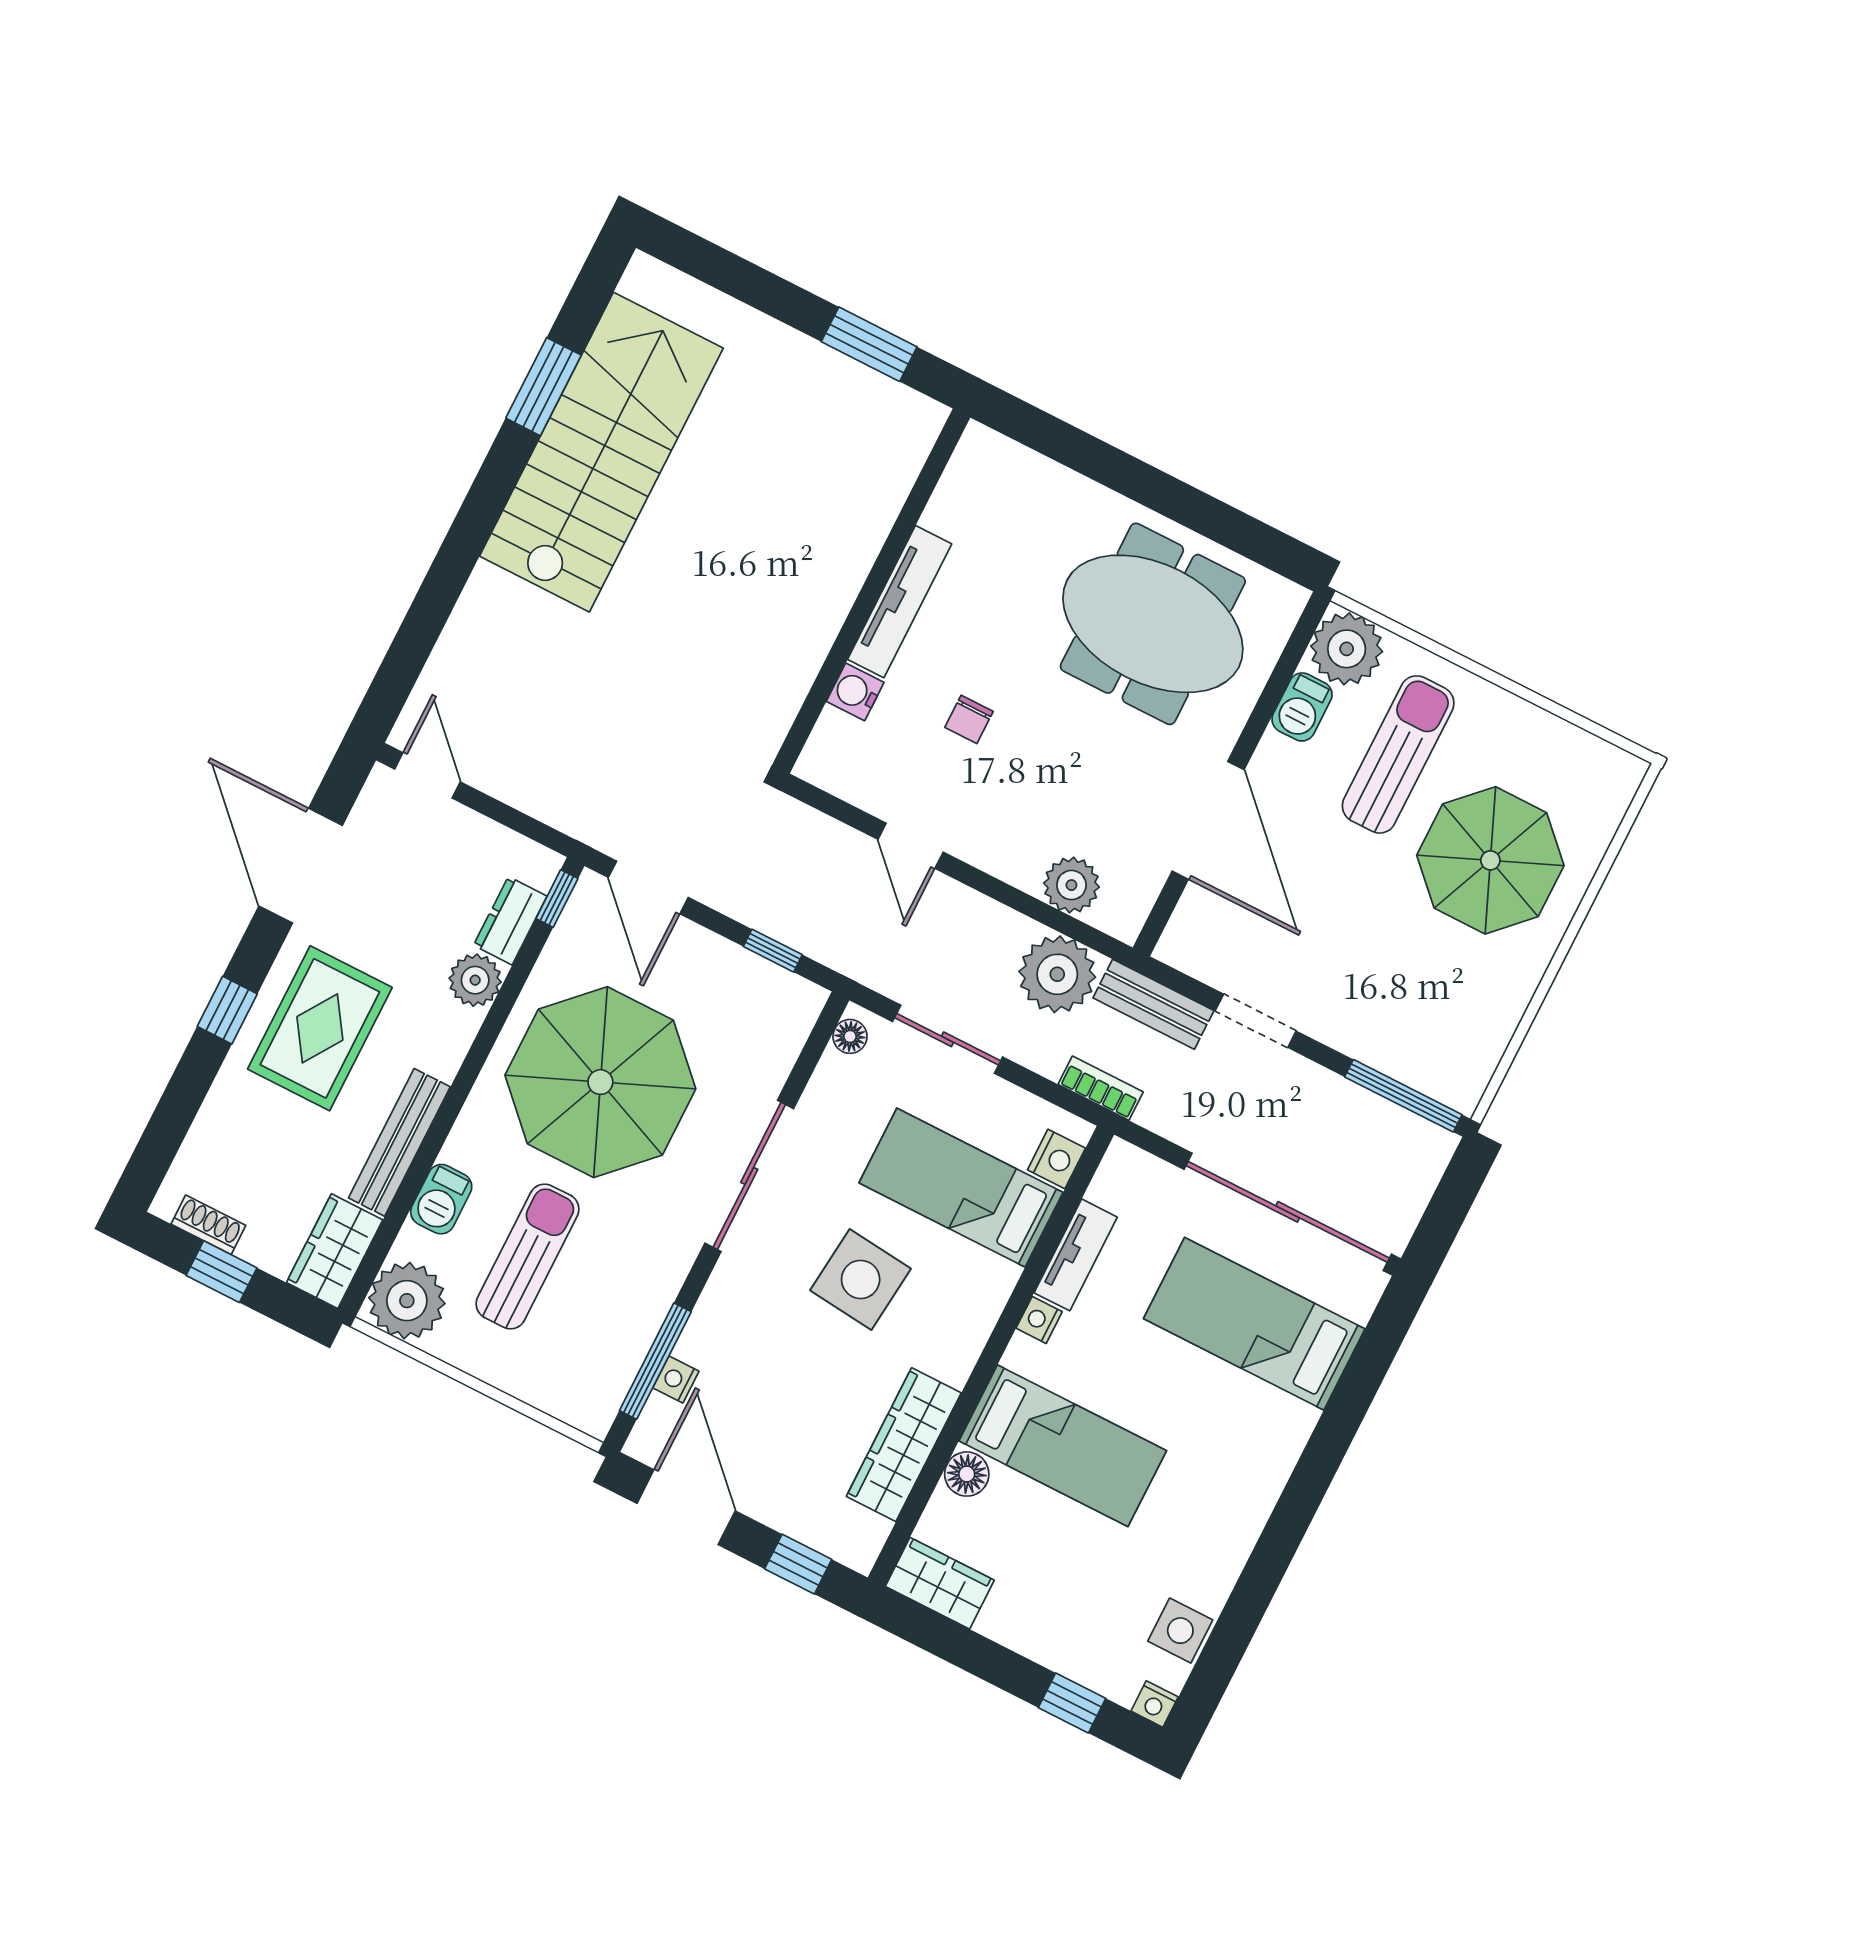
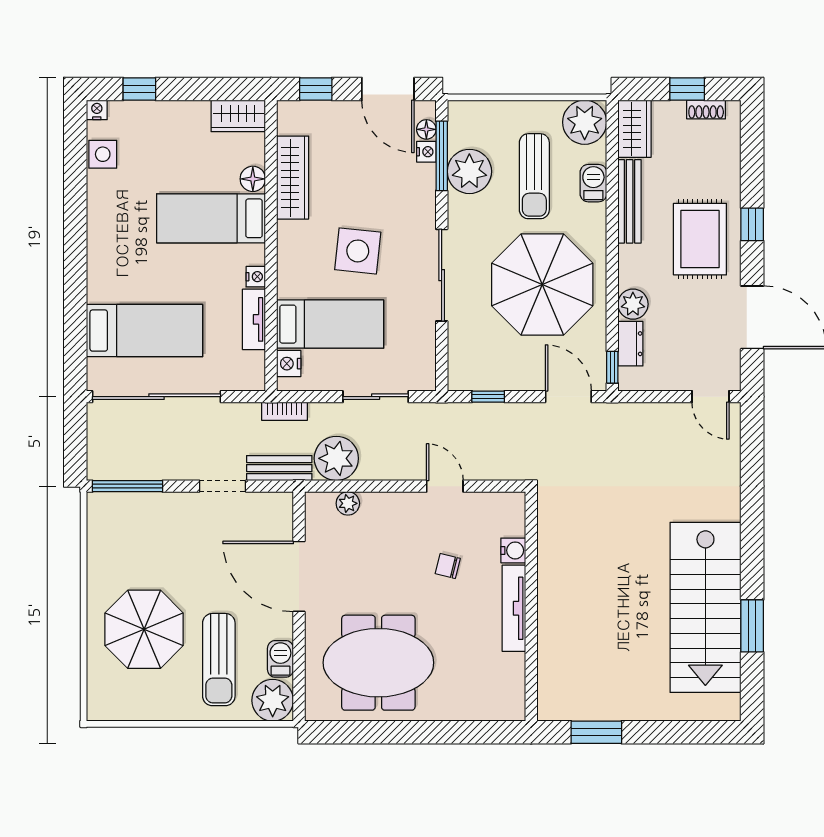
chair: (969, 719) -> (448, 566), turned -76
plant: (1071, 885) -> (348, 503), width x0.73, depth x0.73
floor lamp: (850, 1036) -> (426, 129), moved
plant: (625, 1315) -> (469, 171), added

